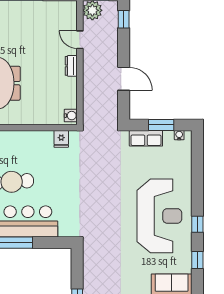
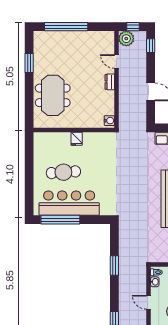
fridge: (61, 139) -> (77, 139), moved

